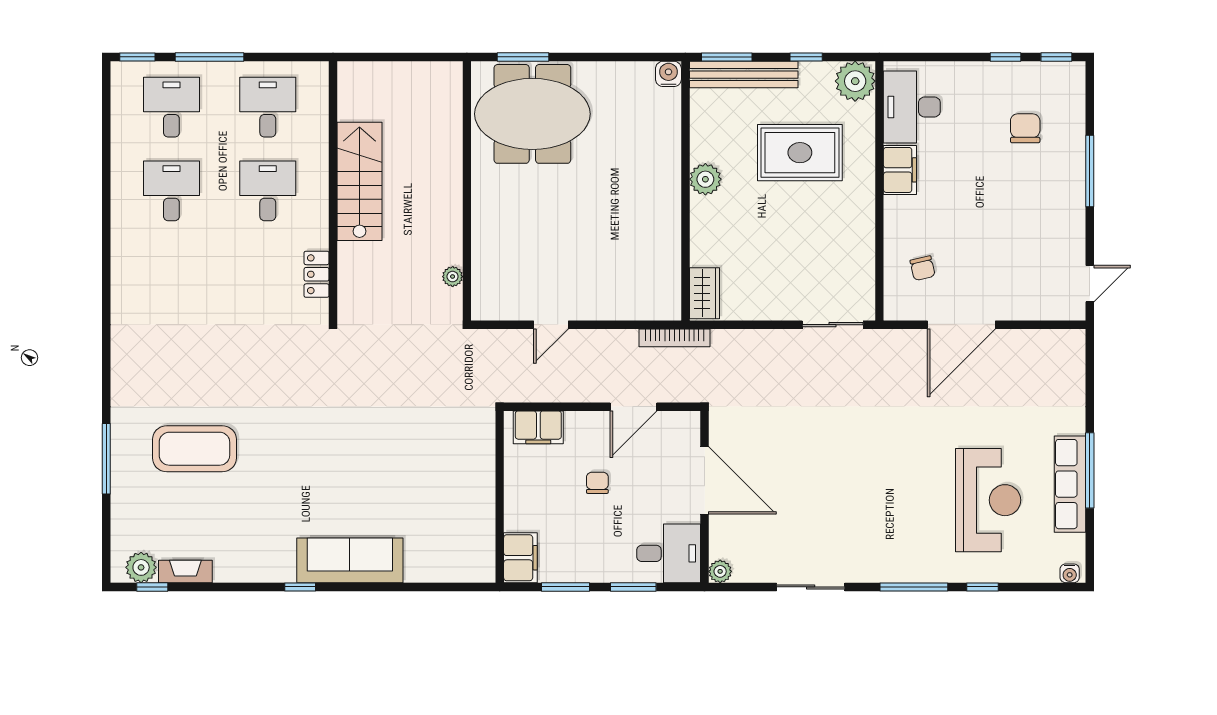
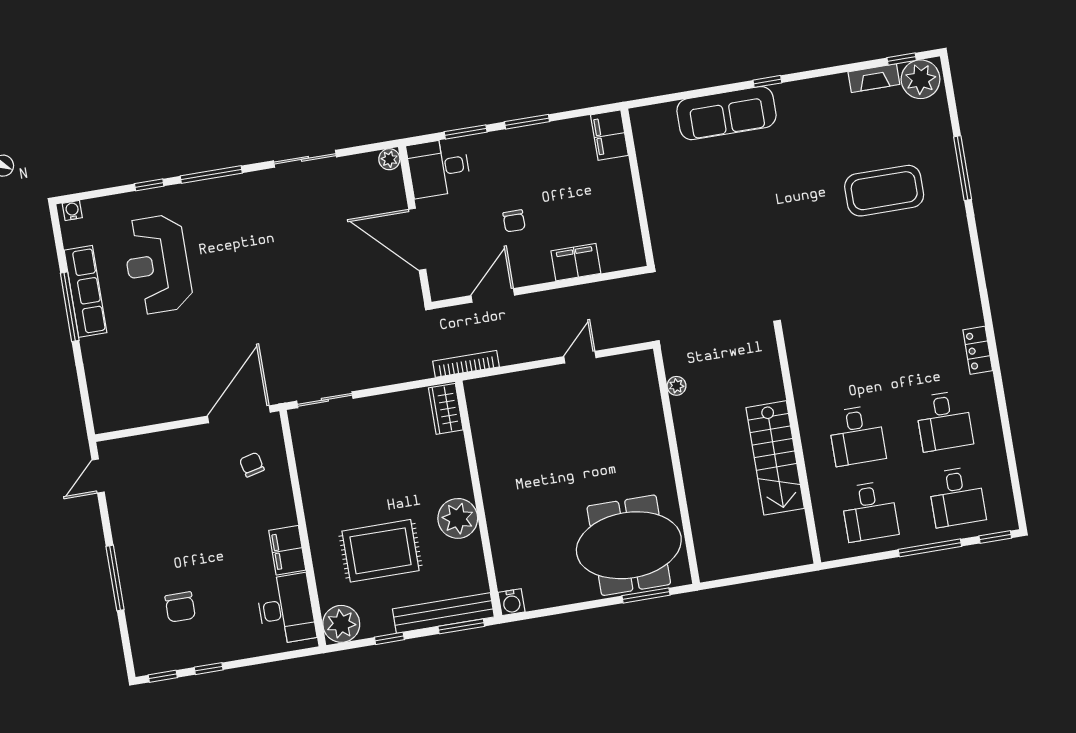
plant: (705, 179) -> (458, 518), width x1.36, depth x1.36
locker: (317, 274) -> (978, 350), moved, turned 180
door: (961, 325) -> (239, 414), moved
wall: (500, 497) -> (638, 187), moved
filing cabinet: (520, 558) -> (609, 135), moved
plant: (141, 567) -> (921, 79), width x1.36, depth x1.36

